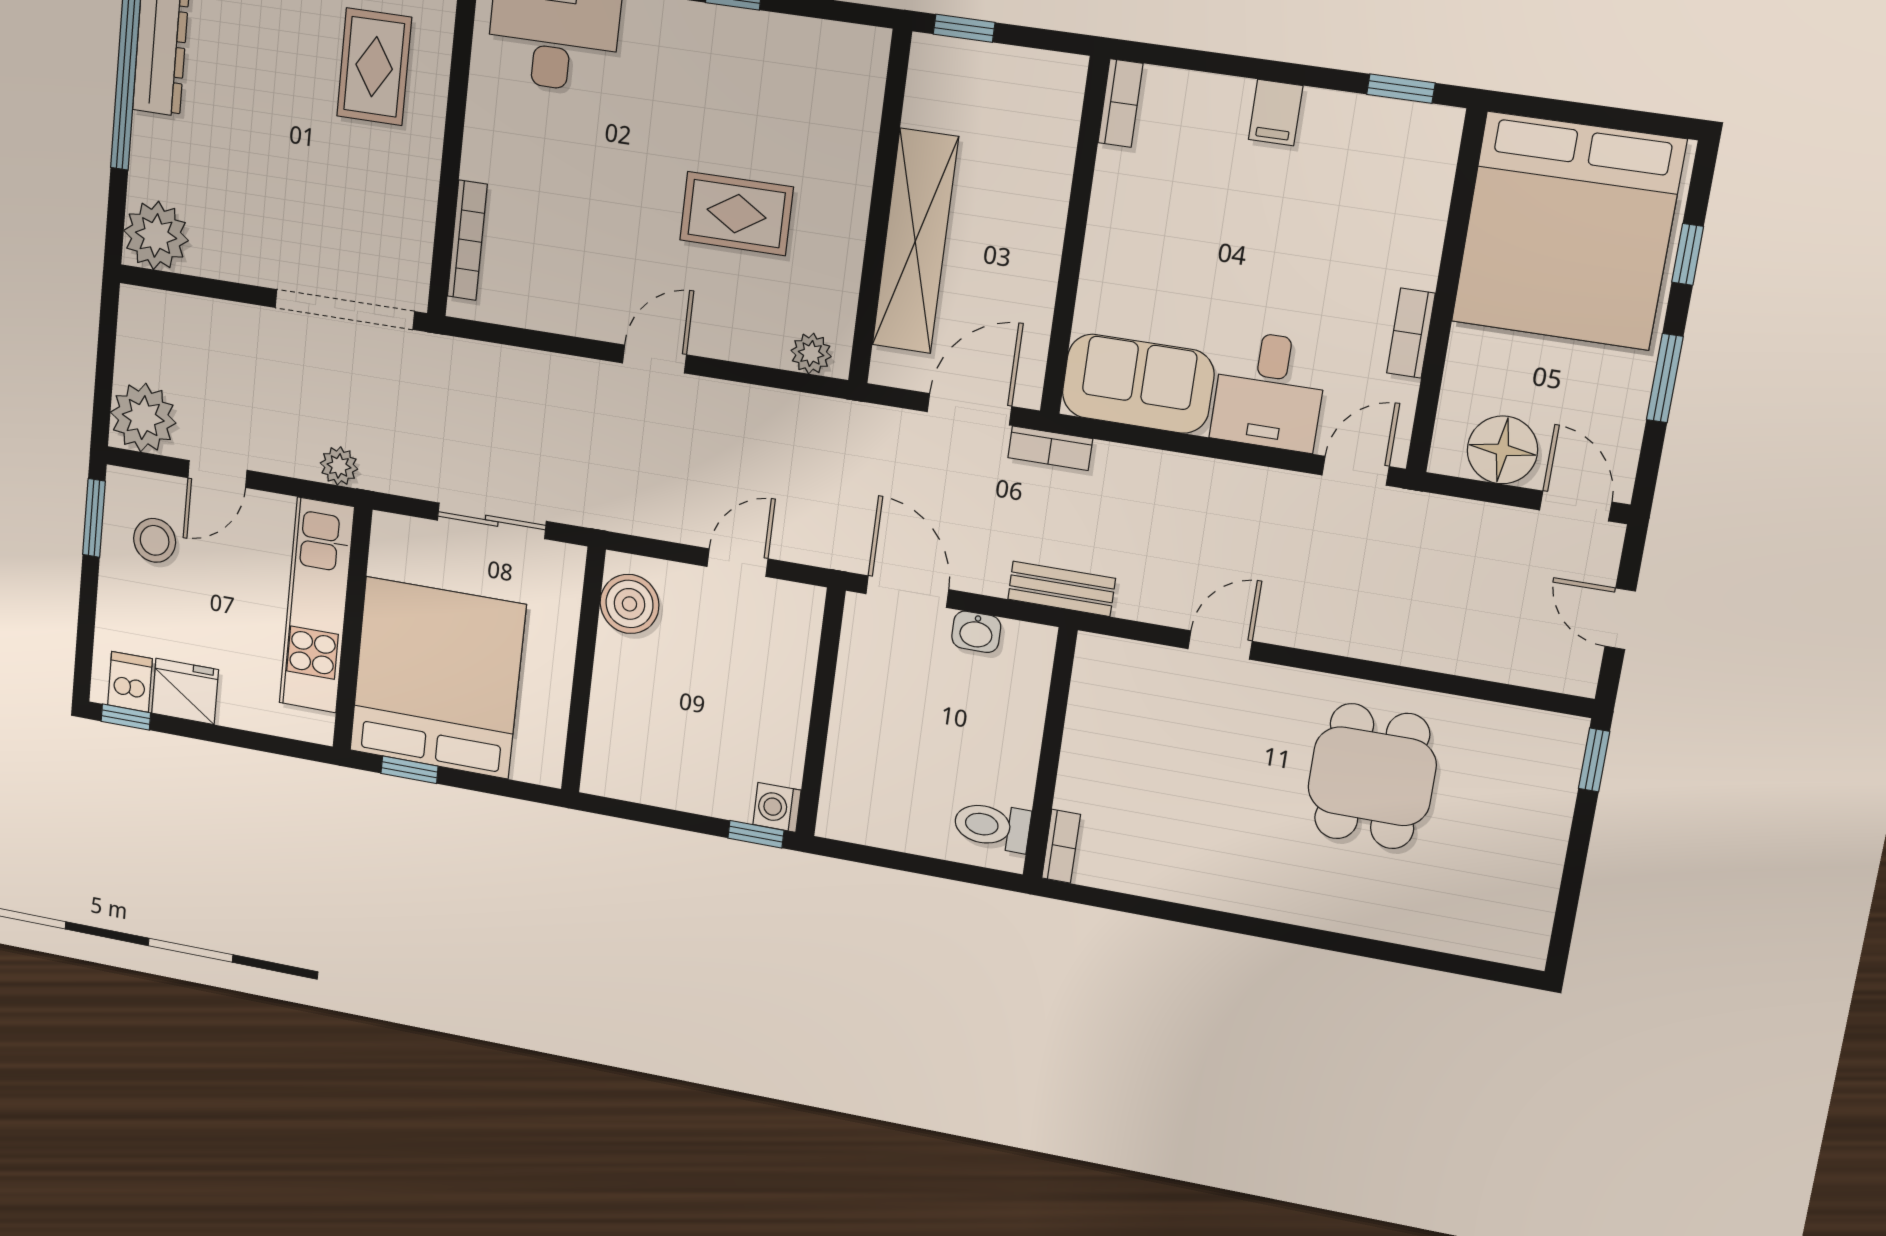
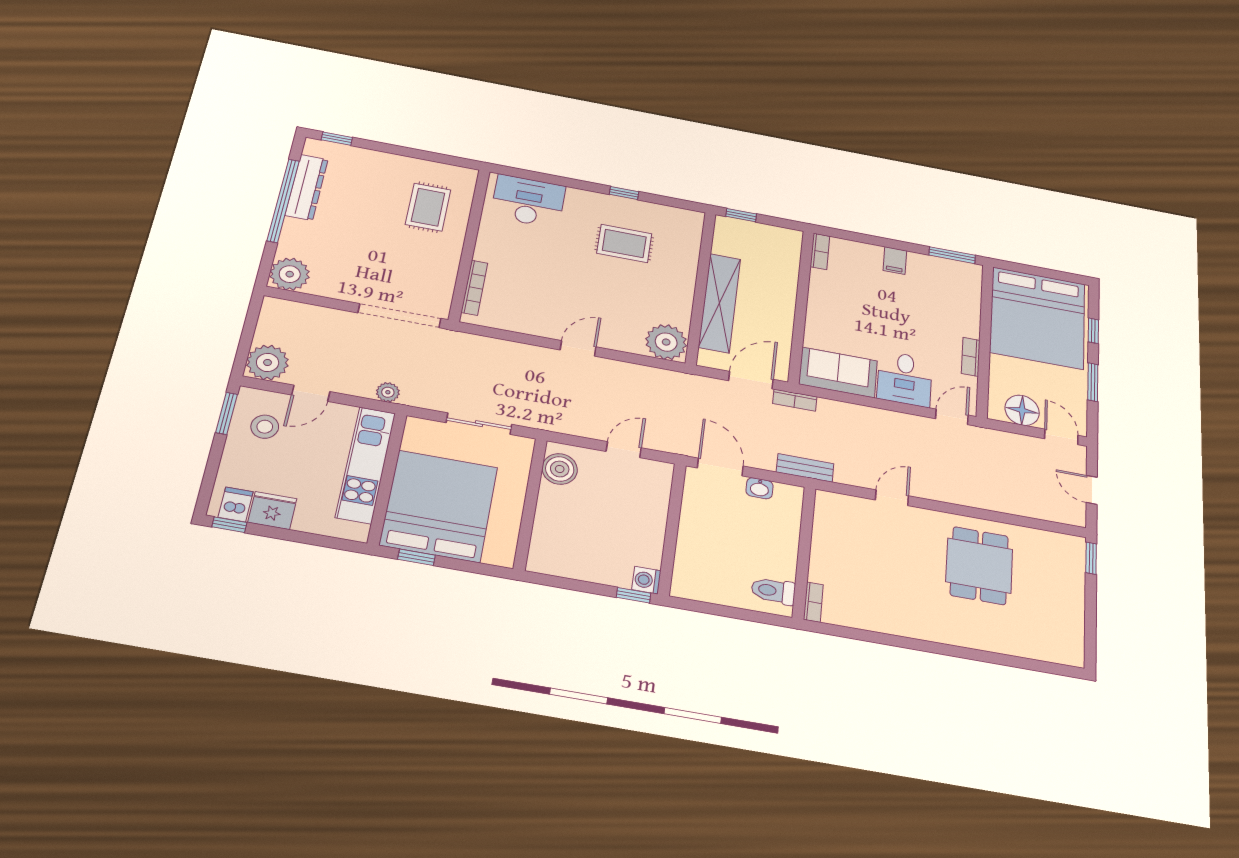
window: (1401, 89) -> (952, 255), width x1.50
rug: (737, 214) -> (624, 243), moved
plant: (811, 353) -> (666, 342), width x1.87, depth x1.87

